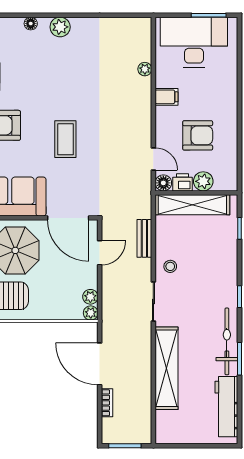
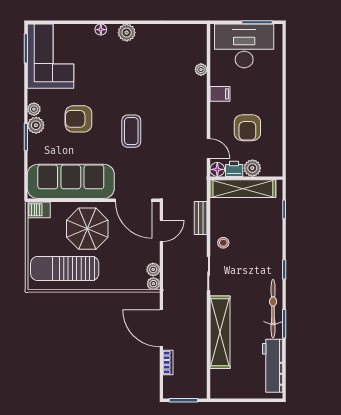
armchair: (198, 135) -> (247, 128), turned 90

